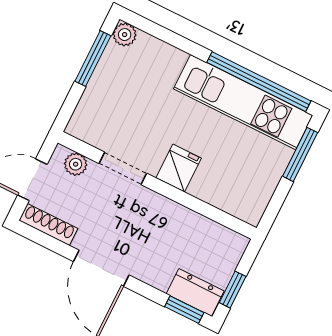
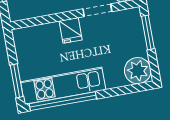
plant: (125, 35) -> (138, 71), width x1.88, depth x1.88
window: (93, 59) -> (148, 32), moved

